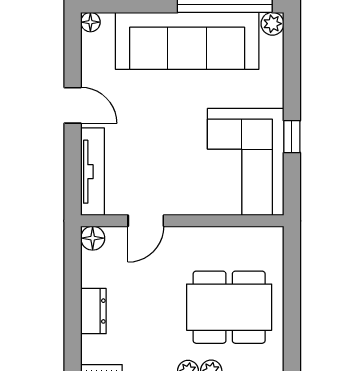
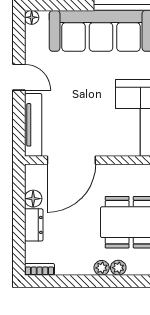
door: (146, 221) -> (71, 160), width x1.88
floor lamp: (93, 238) -> (33, 199), moved

